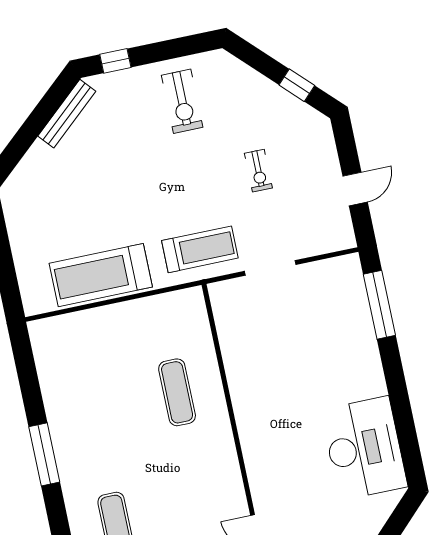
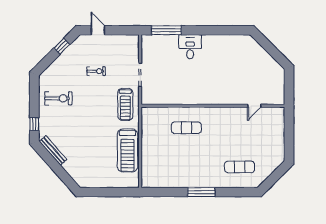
door: (355, 189) -> (98, 30), moved
treadmill: (200, 249) -> (125, 104), turned 180
desk: (364, 448) -> (190, 47), moved, width x0.53, depth x0.77

